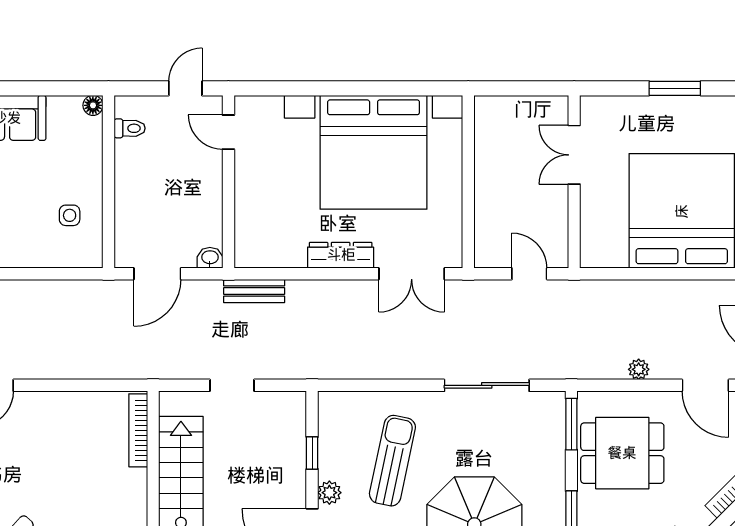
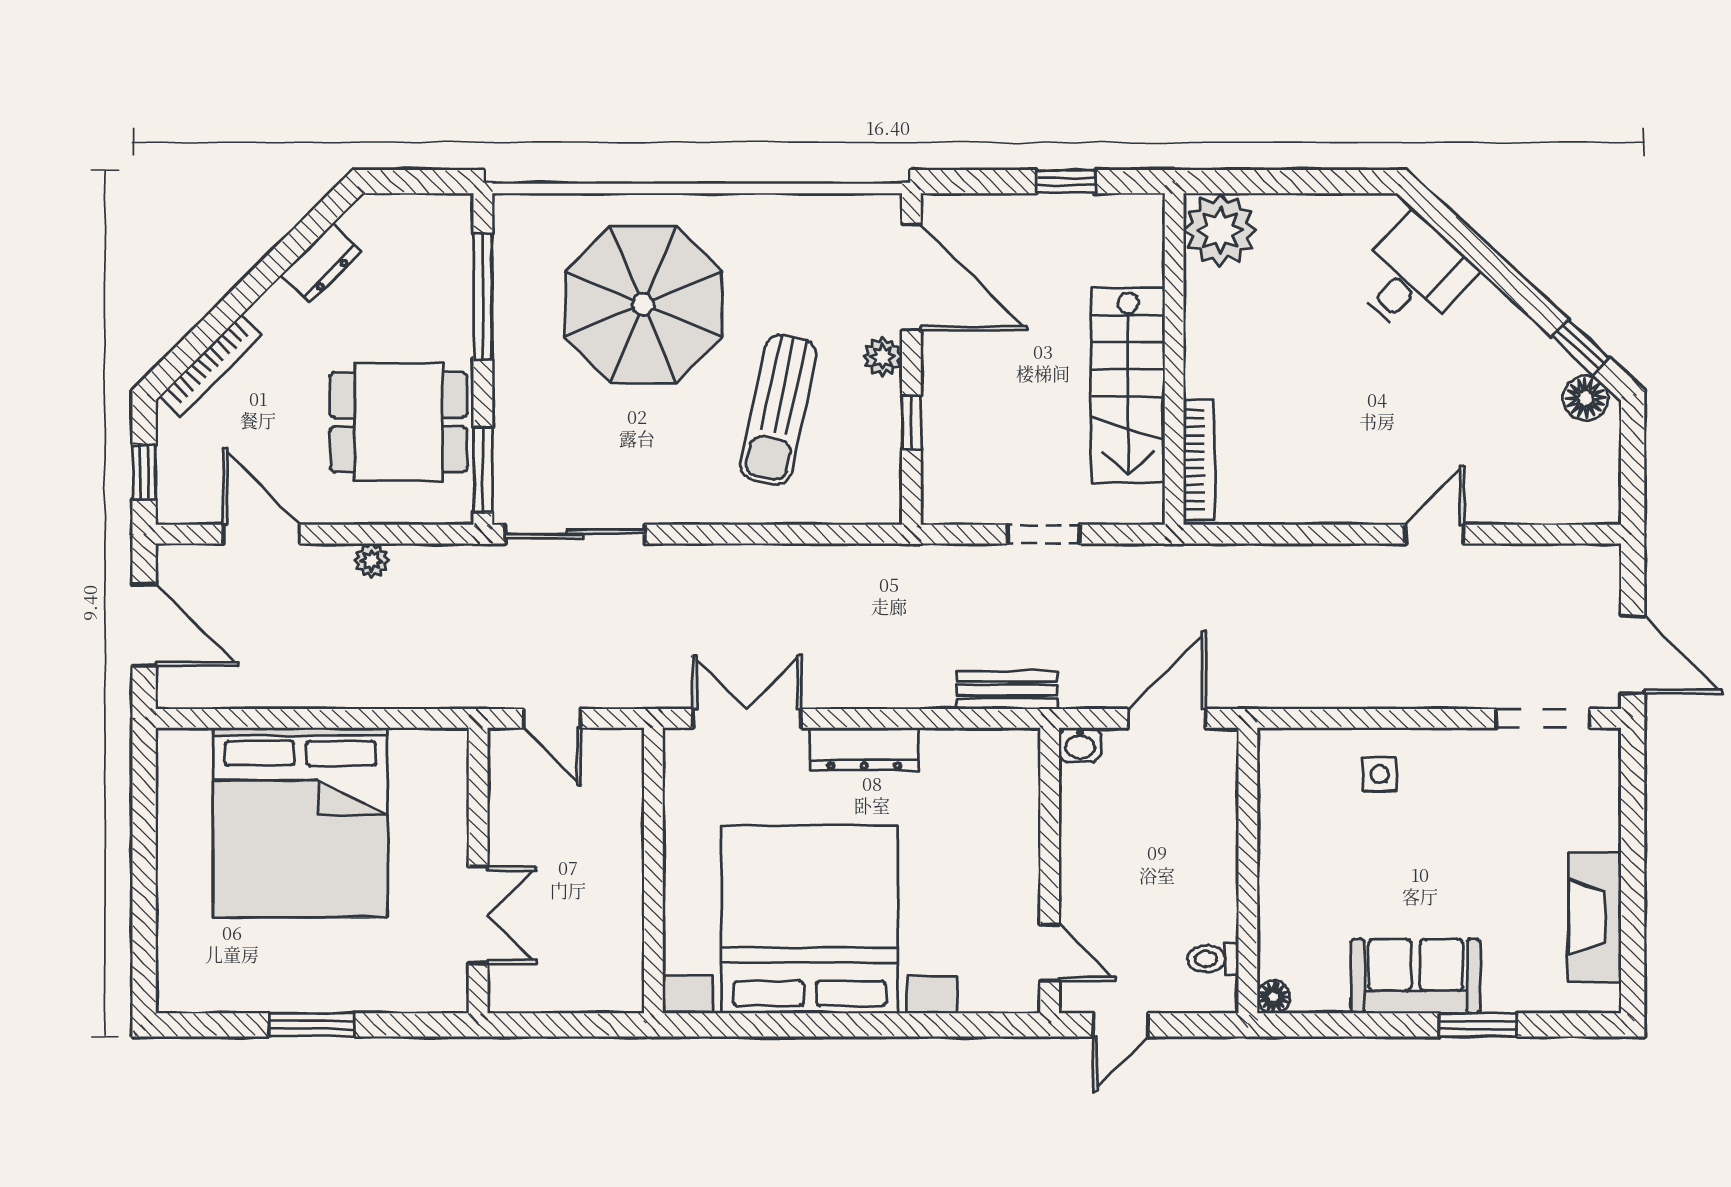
side table: (70, 215) -> (1380, 774), moved
sliding door: (487, 385) -> (575, 534), moved

